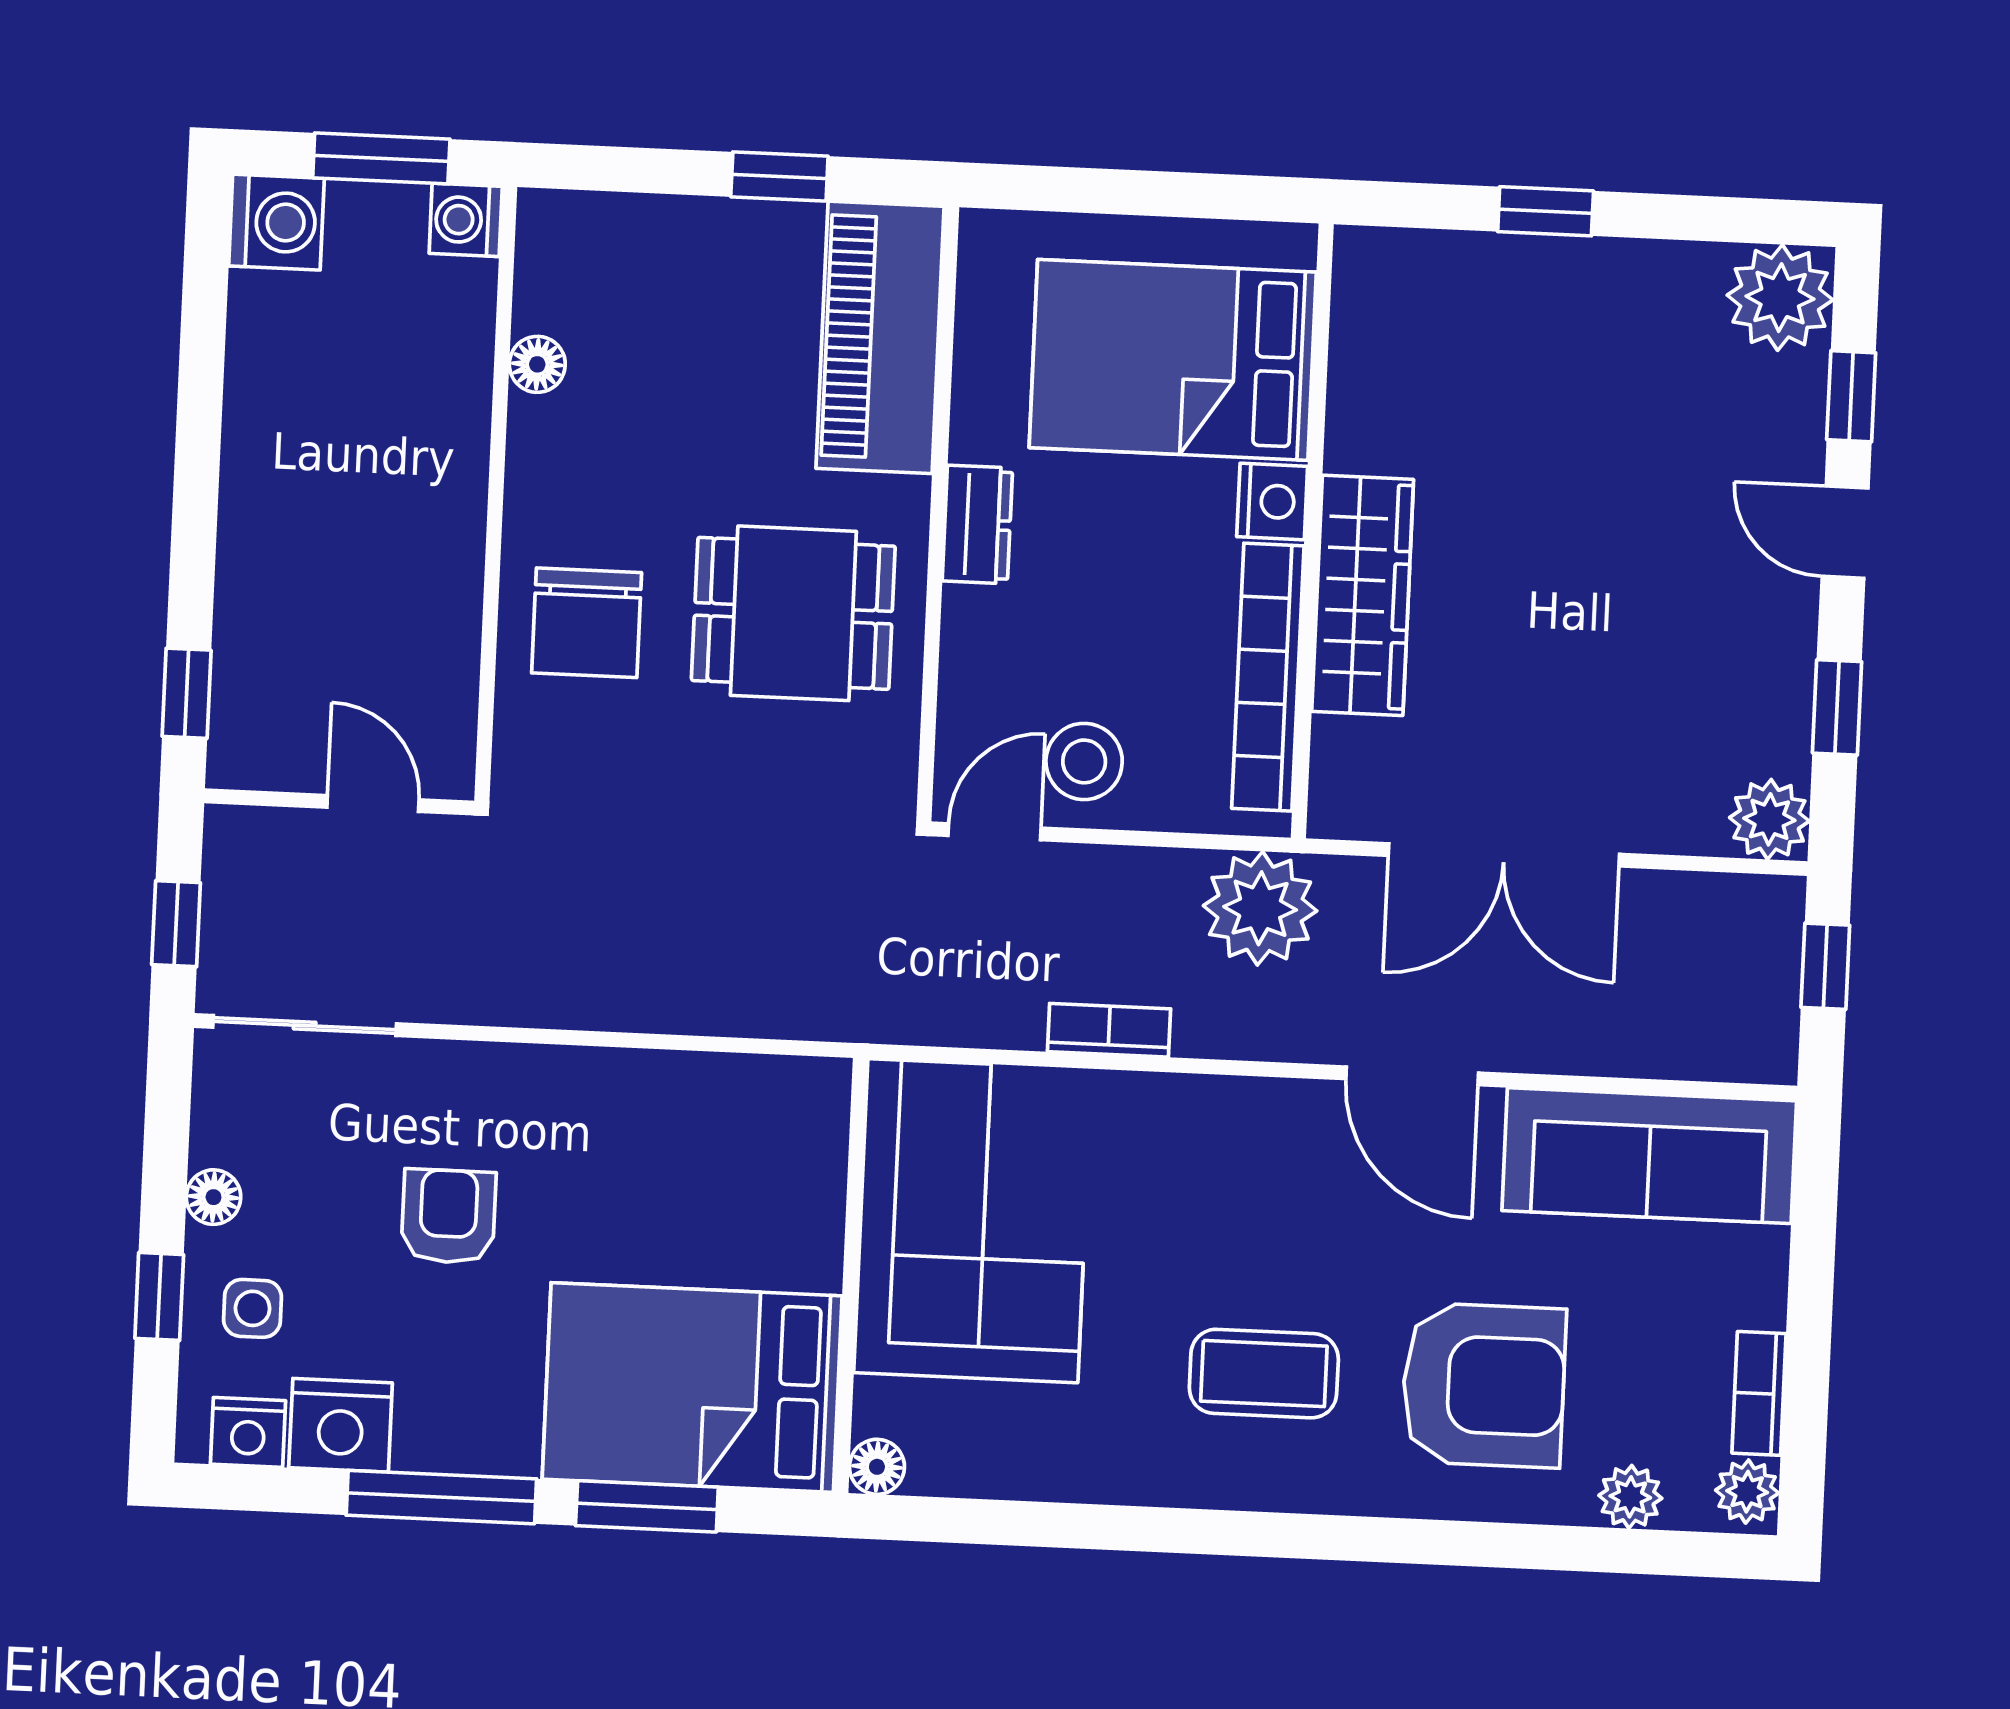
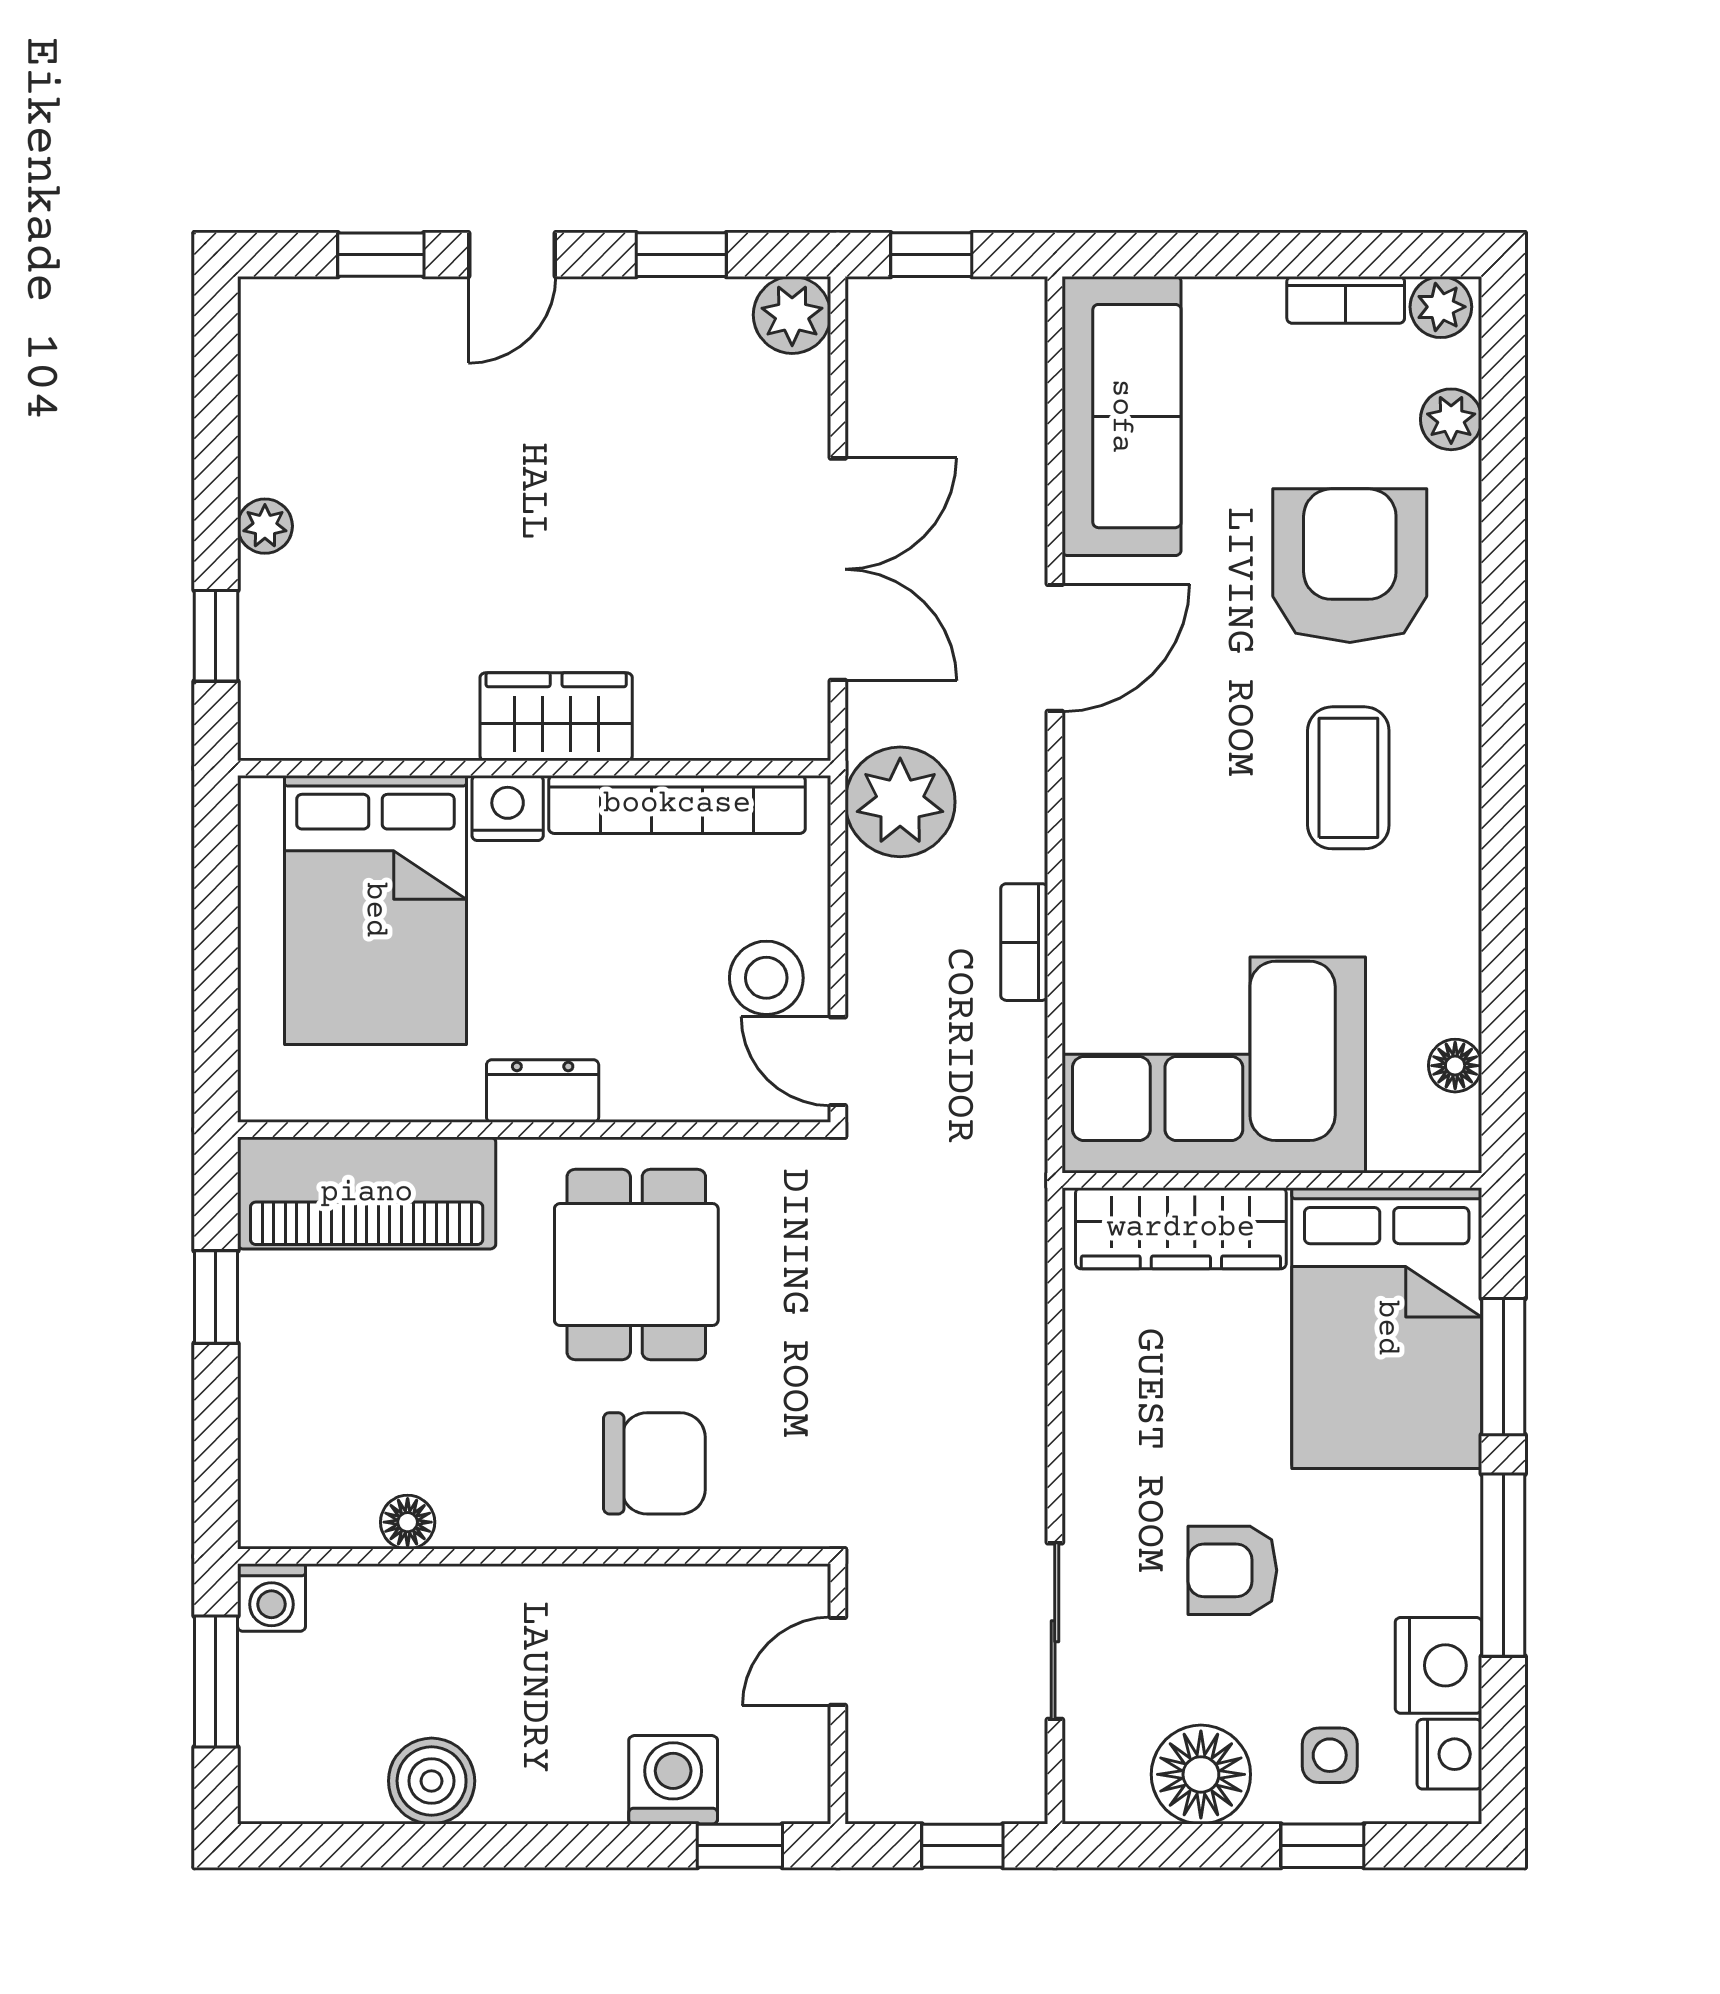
window: (1546, 211) -> (216, 636), moved
washing machine: (276, 222) -> (673, 1780), moved
plant: (1780, 298) -> (265, 526), moved, width x0.53, depth x0.53
boiler: (268, 377) -> (432, 1781), added
wardrobe: (1363, 595) -> (556, 717), width x0.67
sliding door: (305, 1026) -> (1055, 1631), moved
wardrobe: (805, 1179) -> (1181, 1228), added
floor lamp: (213, 1197) -> (1201, 1774), width x1.89, depth x1.89
floor lamp: (877, 1467) -> (1455, 1066), moved

